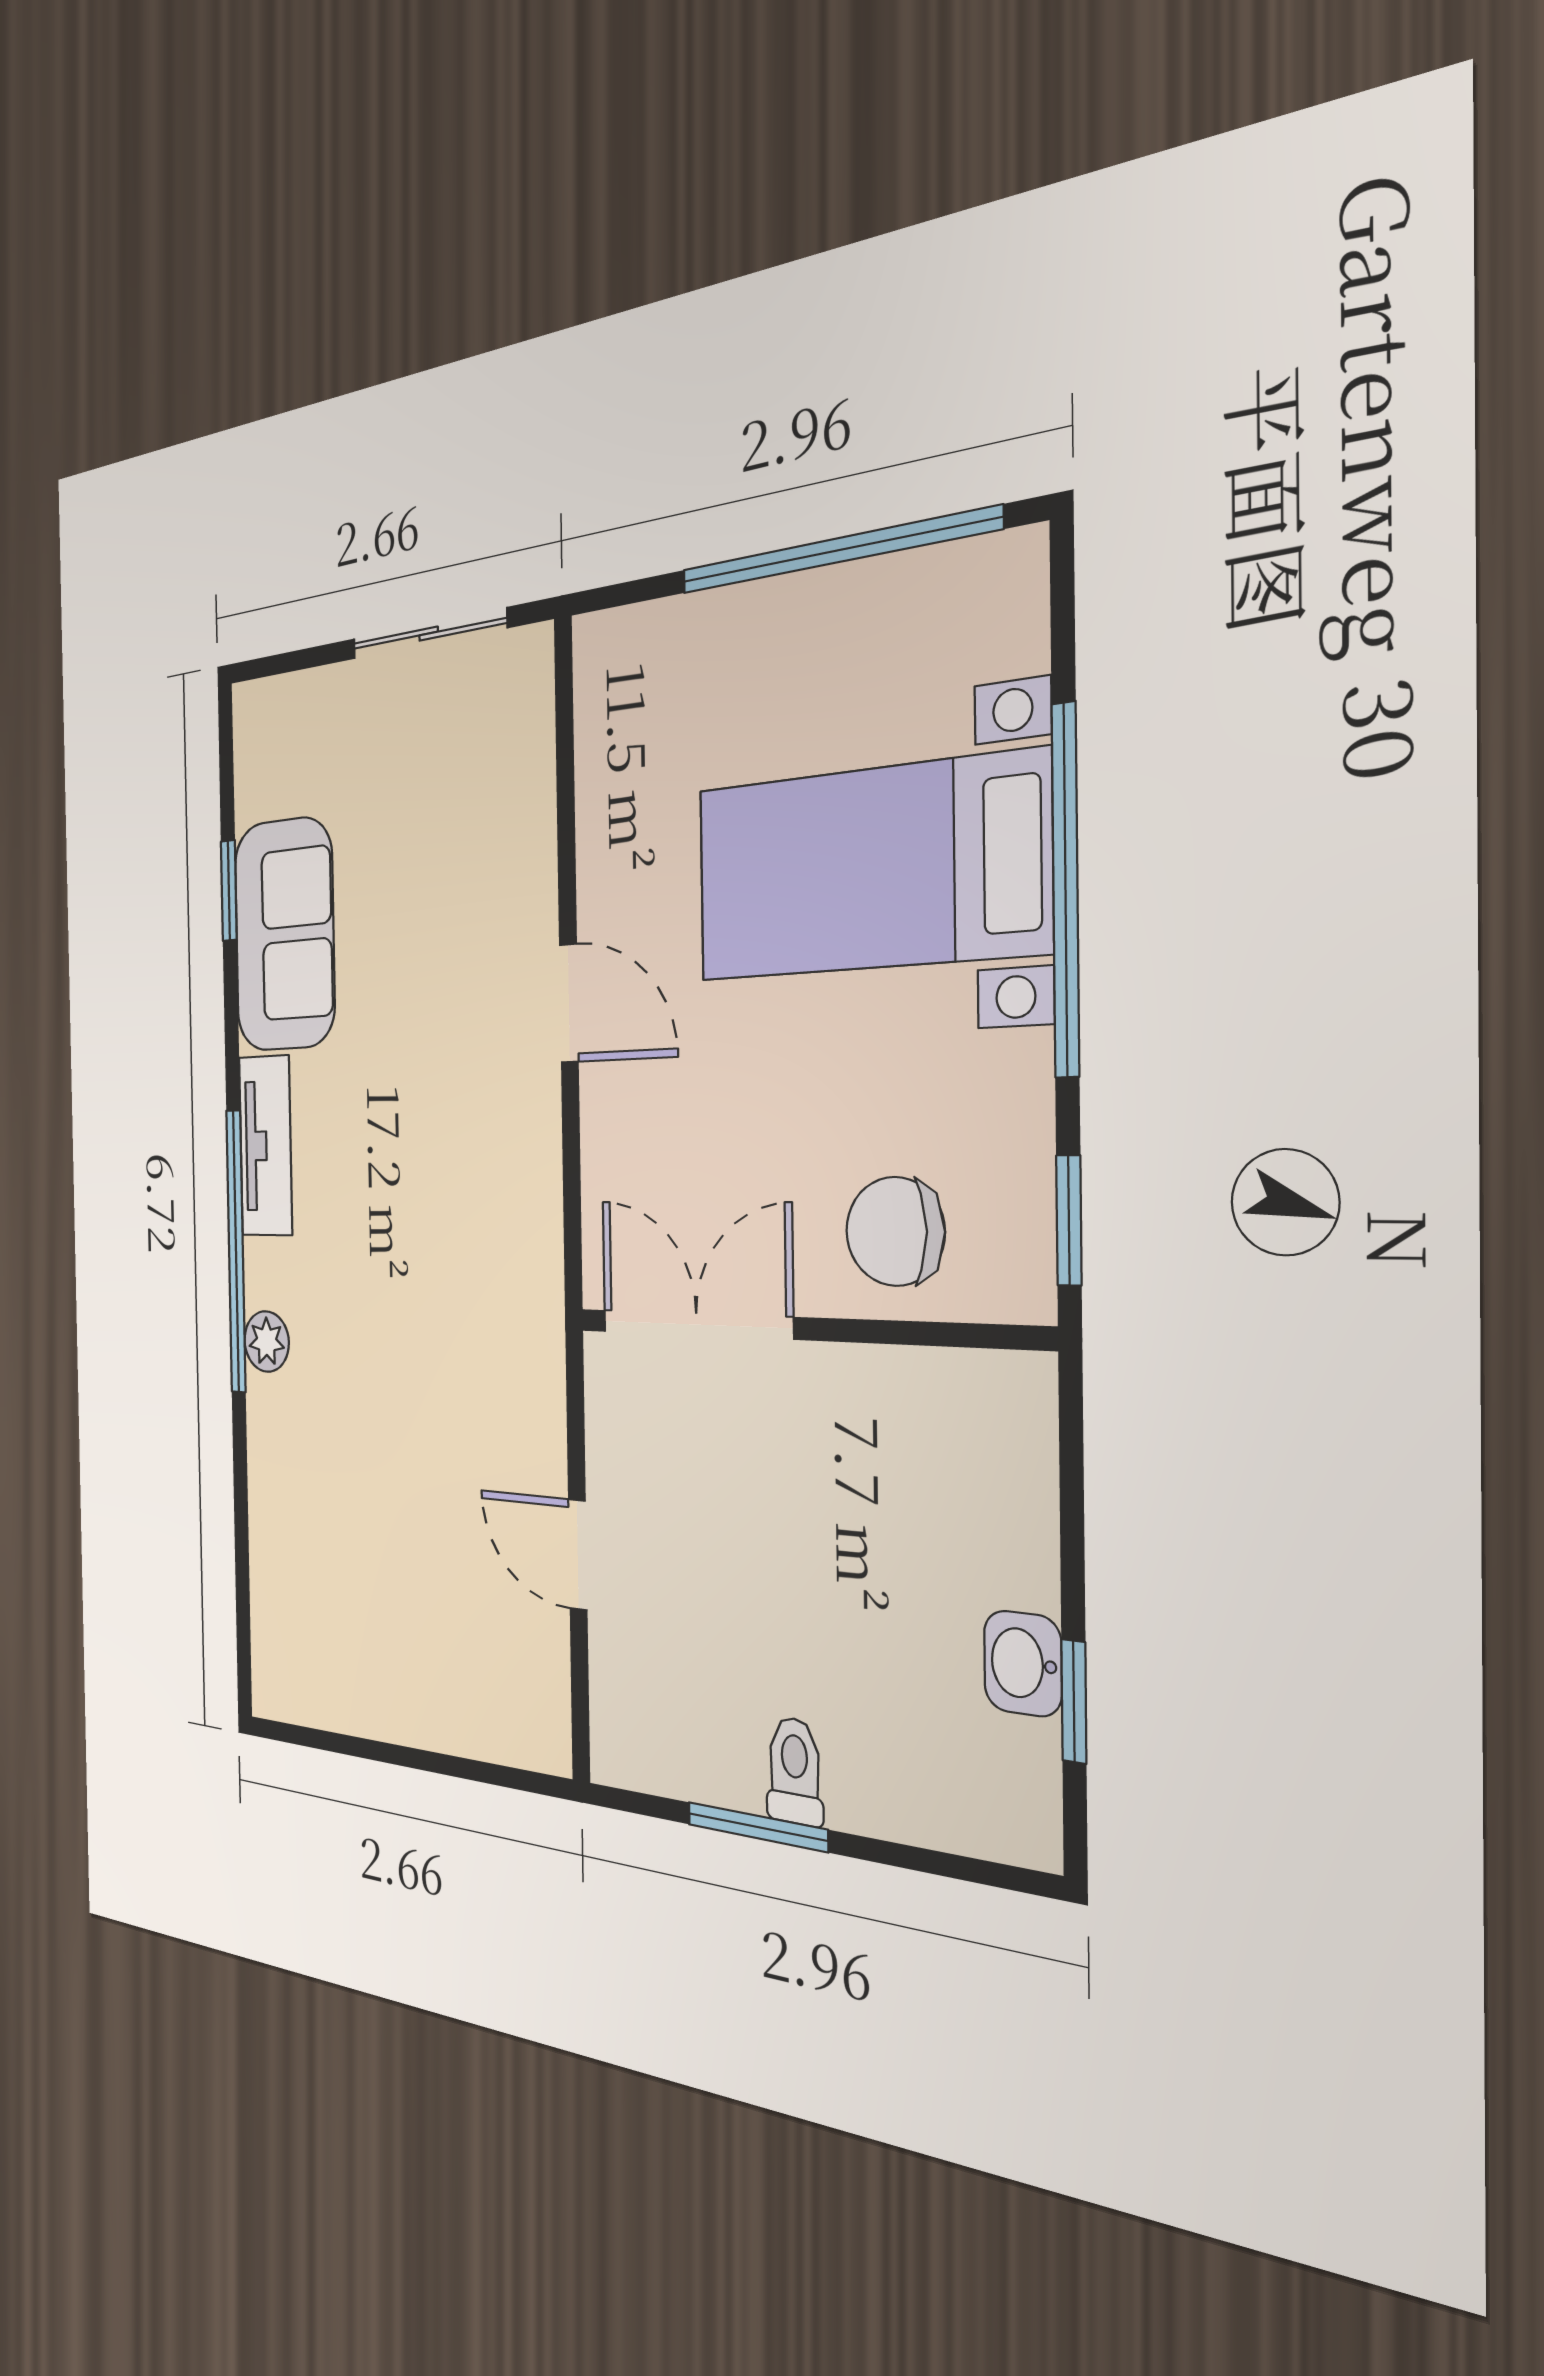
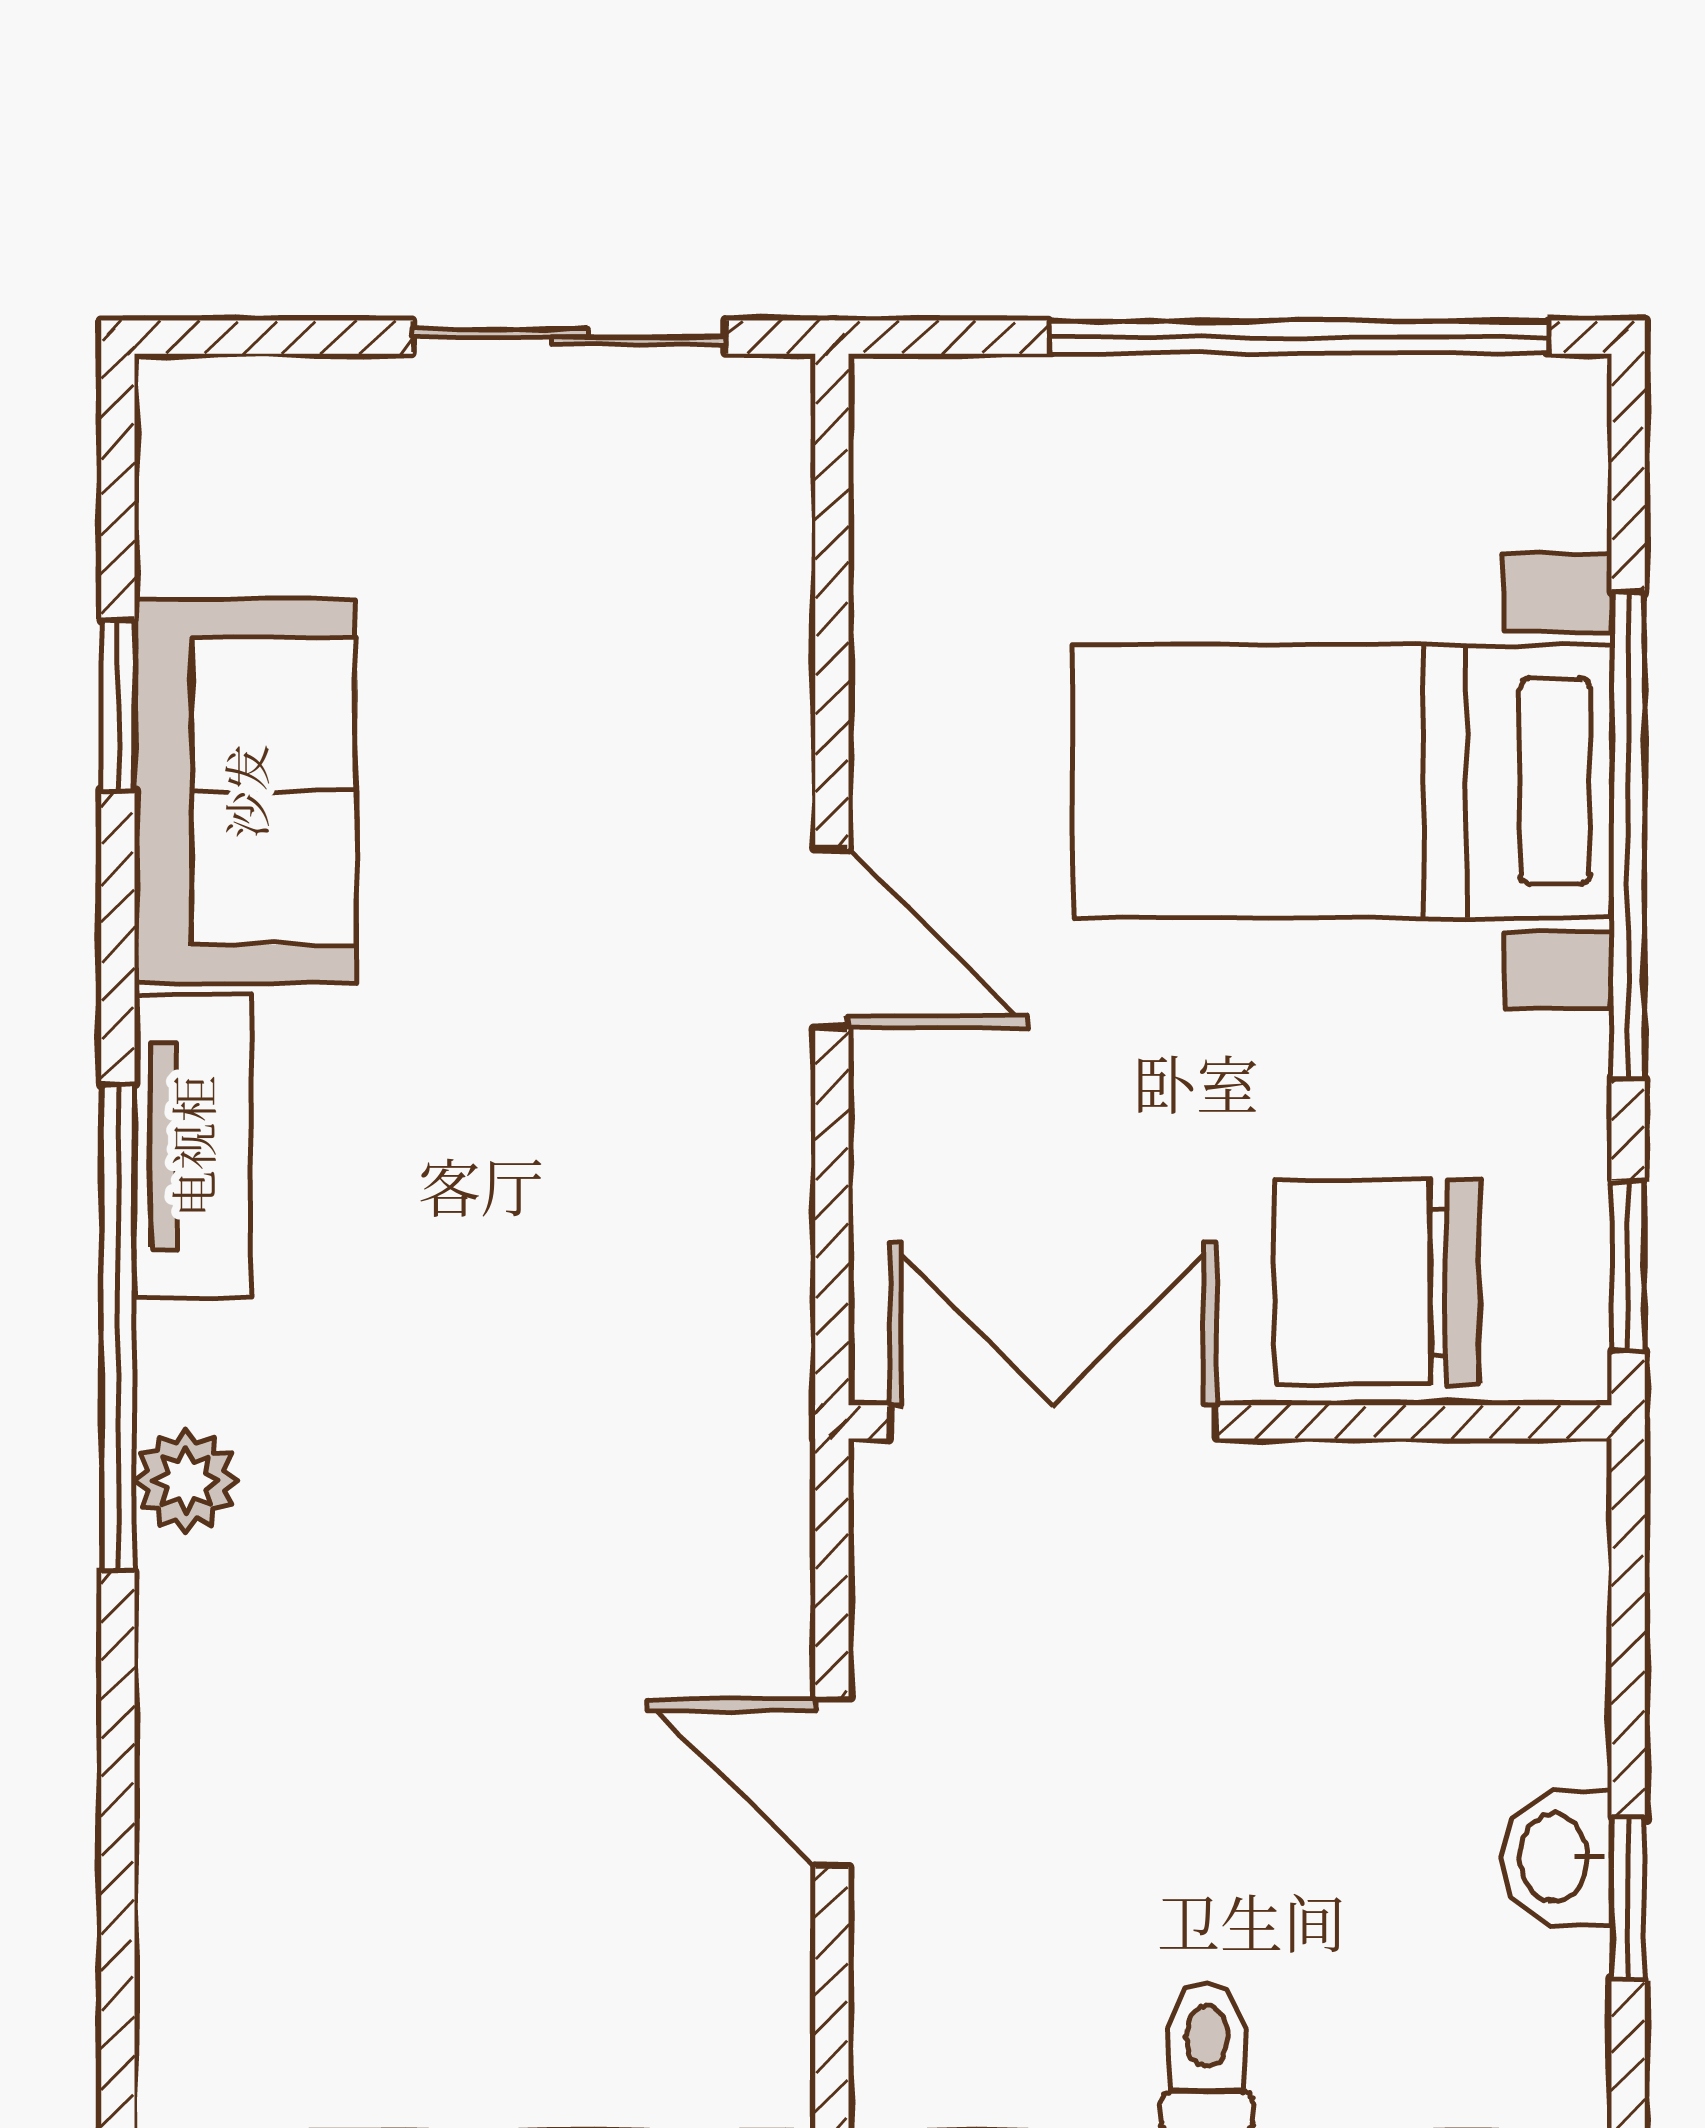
chair: (895, 1231) -> (1377, 1282), width x1.37, depth x1.37

